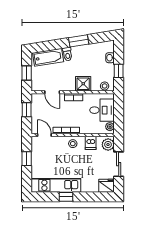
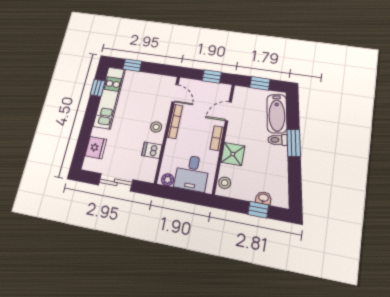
window: (79, 41) -> (294, 143), moved
window: (119, 71) -> (258, 210), moved
door: (44, 135) -> (175, 93), hinge flipped
plant: (108, 145) -> (144, 173), removed
window: (27, 159) -> (132, 65), moved
fridge: (106, 186) -> (96, 148), moved
window: (66, 197) -> (98, 88), moved

